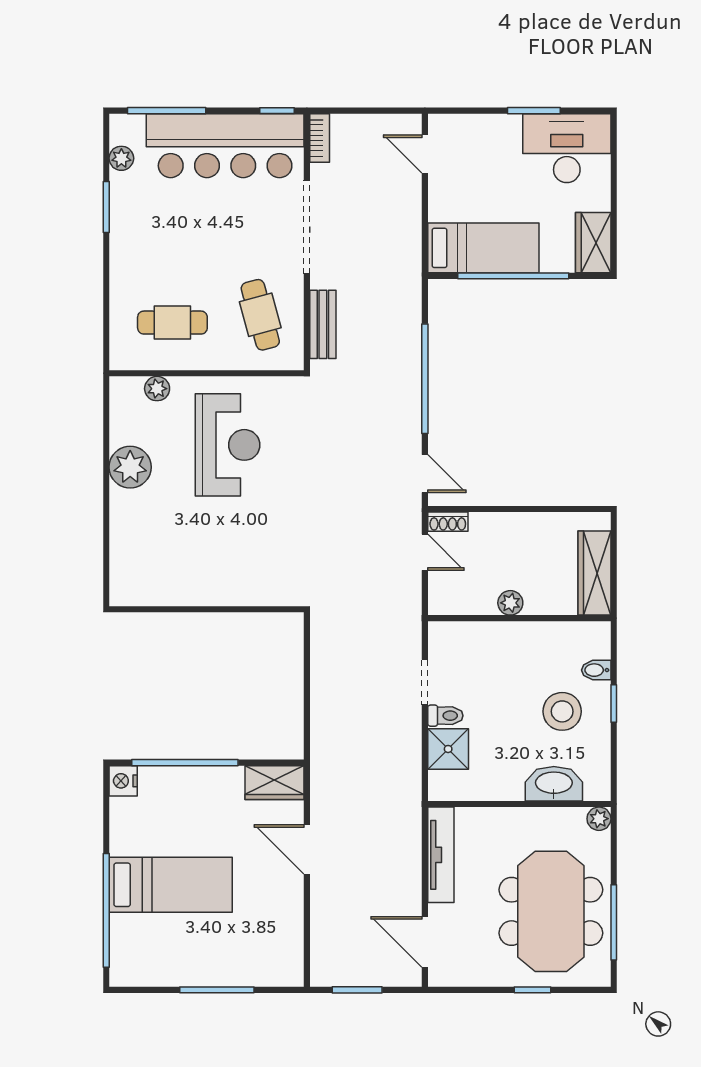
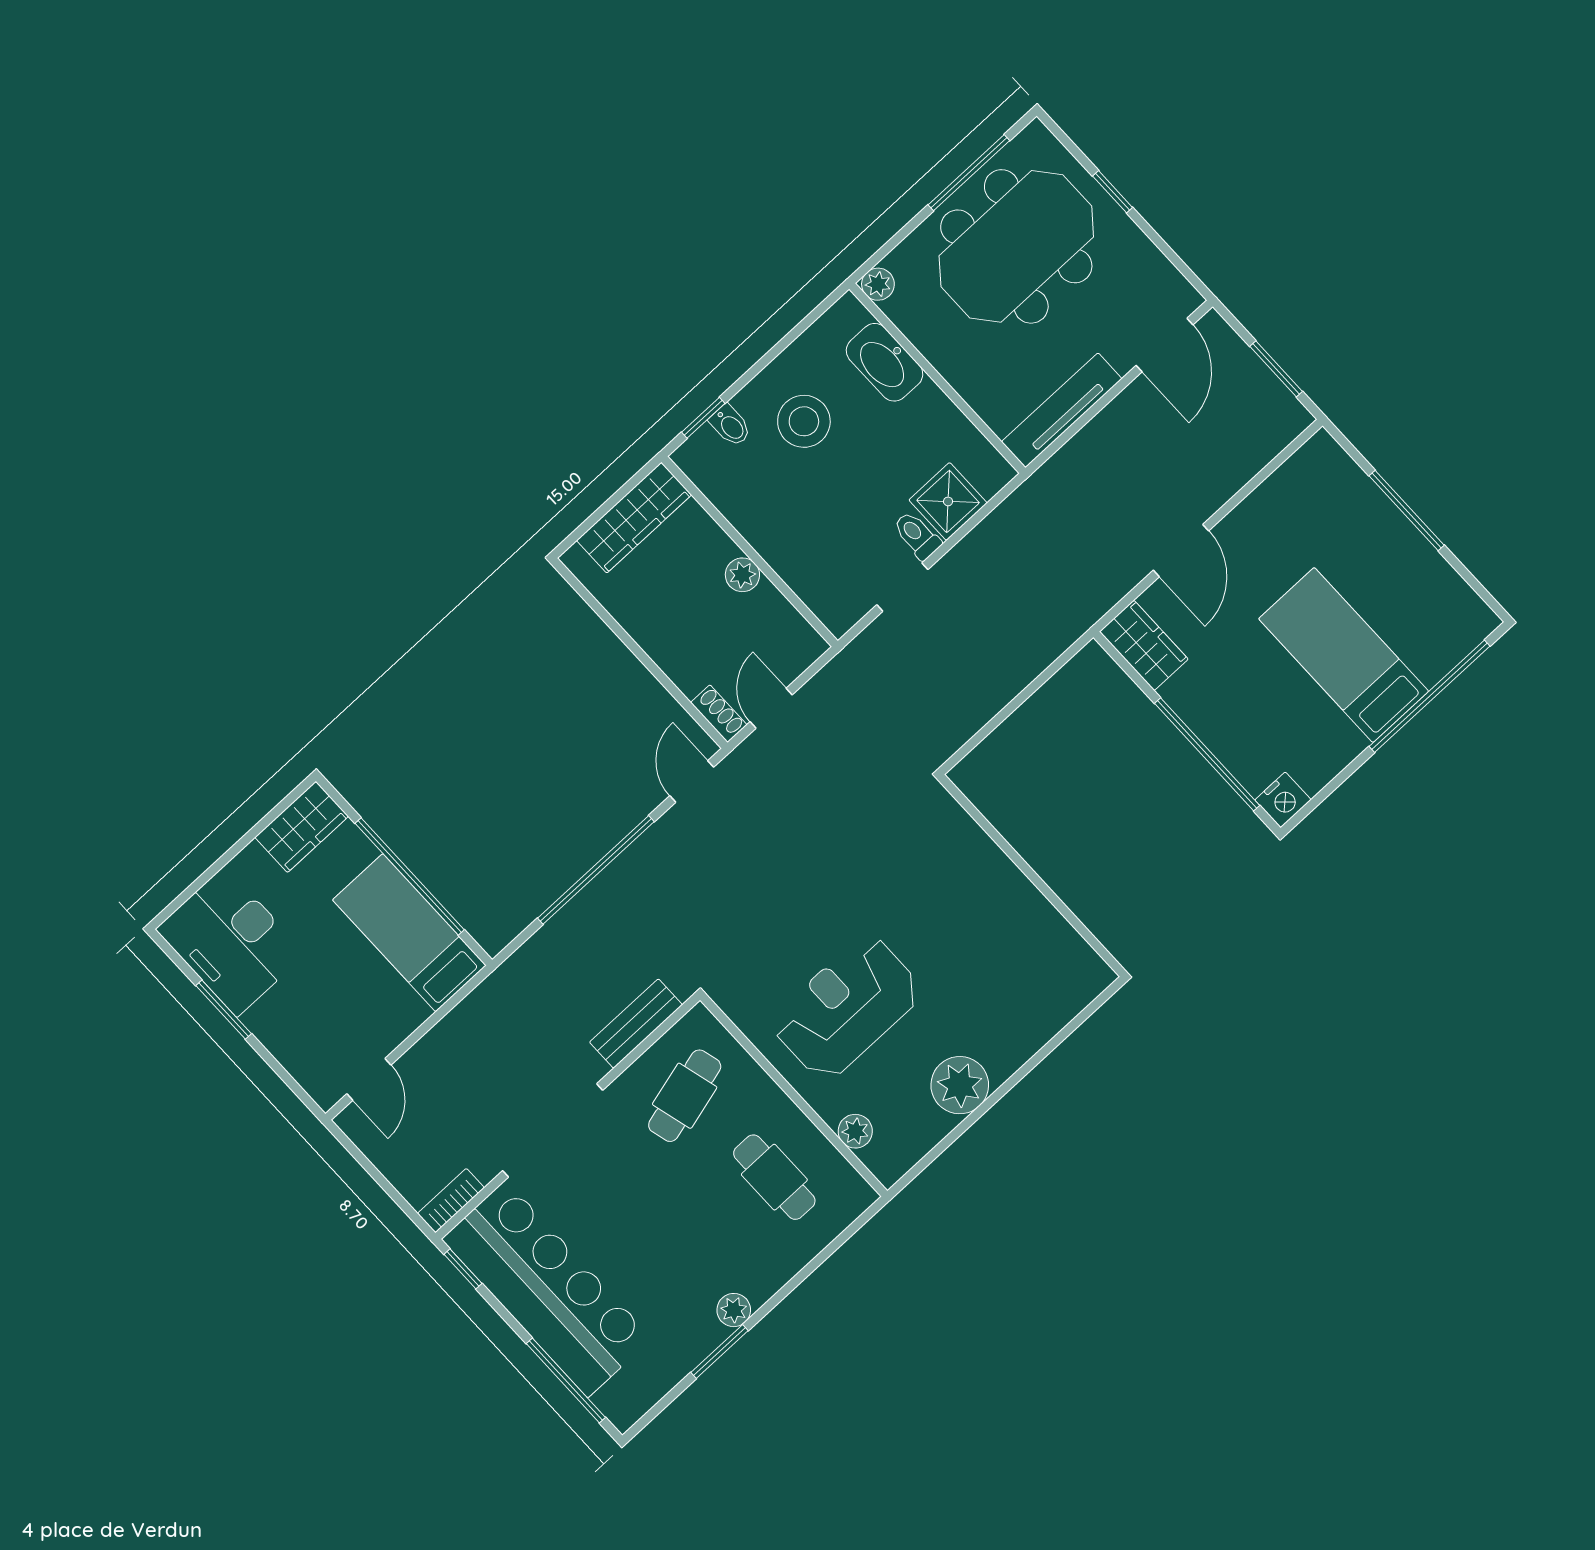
plant: (121, 158) -> (734, 1310), moved
window: (614, 703) -> (703, 418), moved

